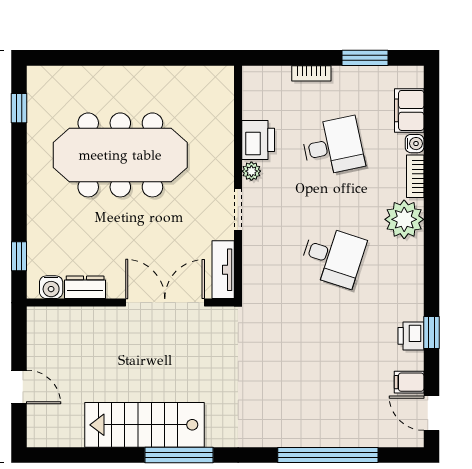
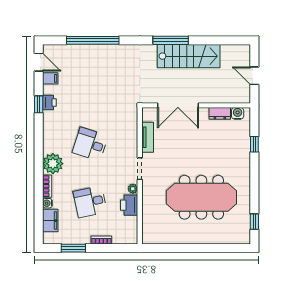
water cooler: (51, 287) -> (238, 113), moved
dresser: (85, 287) -> (220, 113), moved
wall: (130, 303) -> (196, 105), moved
double door: (165, 303) -> (178, 105), moved

